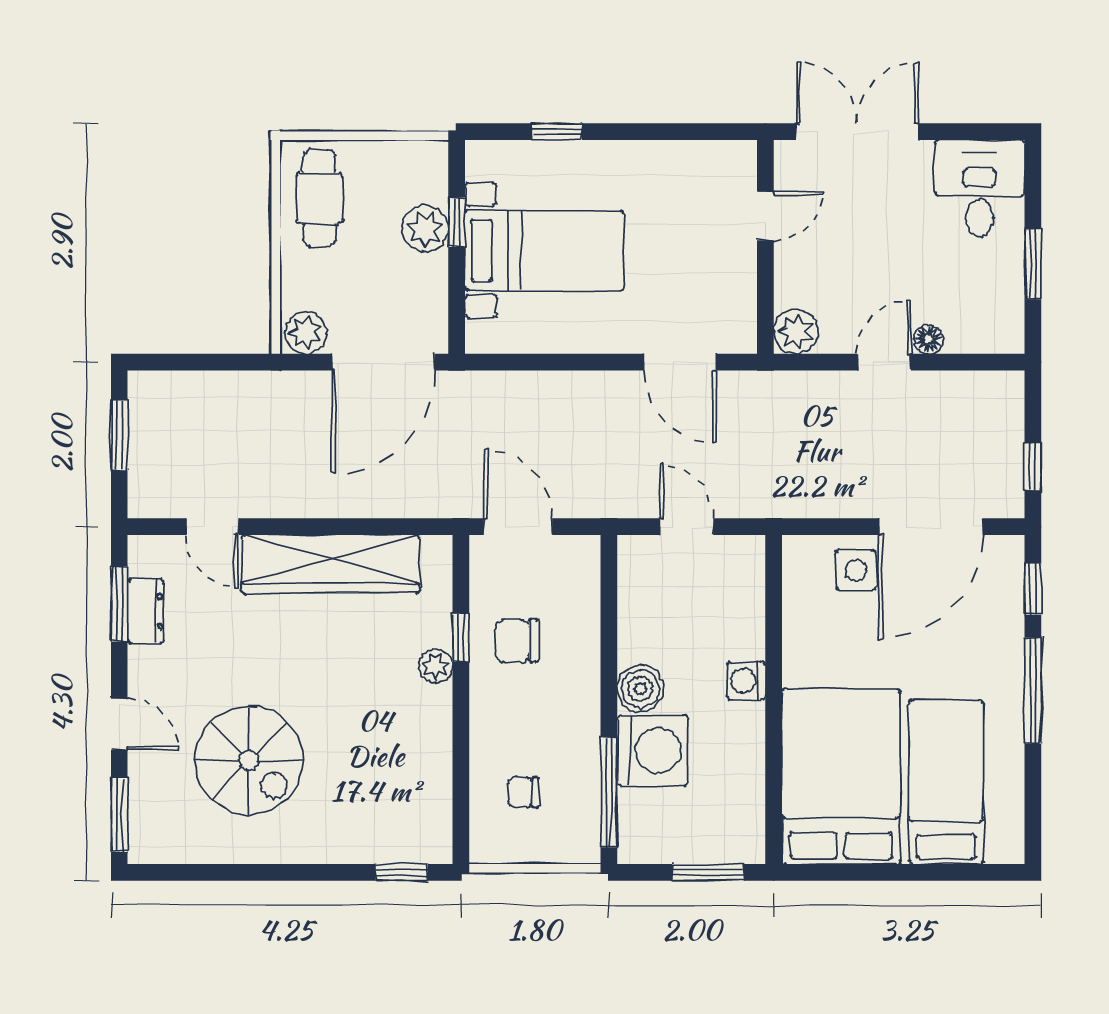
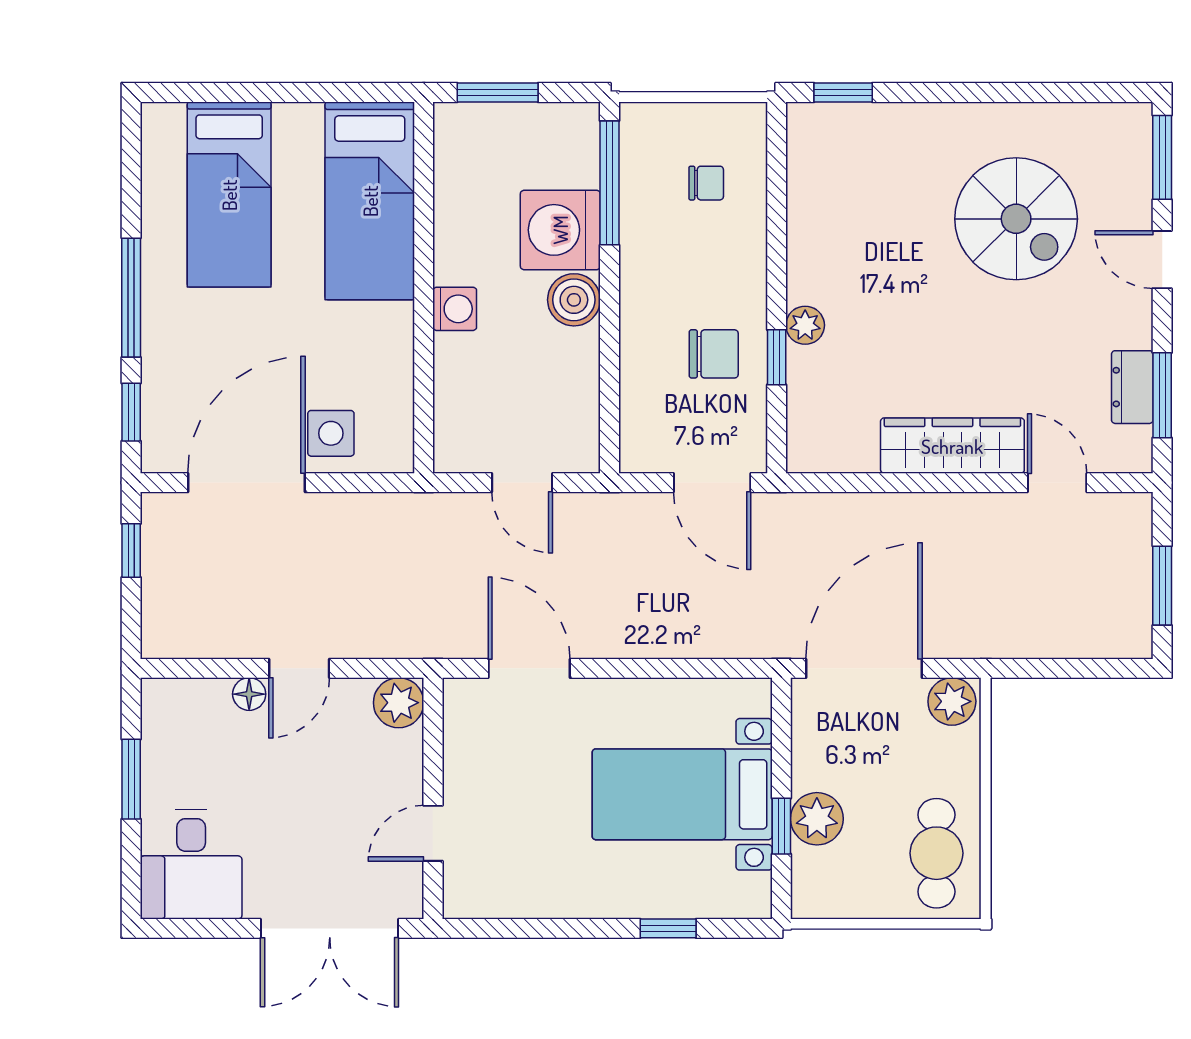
wardrobe: (330, 564) -> (952, 446), width x0.71, depth x0.85
spiral stairs: (249, 760) -> (1016, 219), turned 180
bed: (841, 776) -> (370, 201), width x0.67

